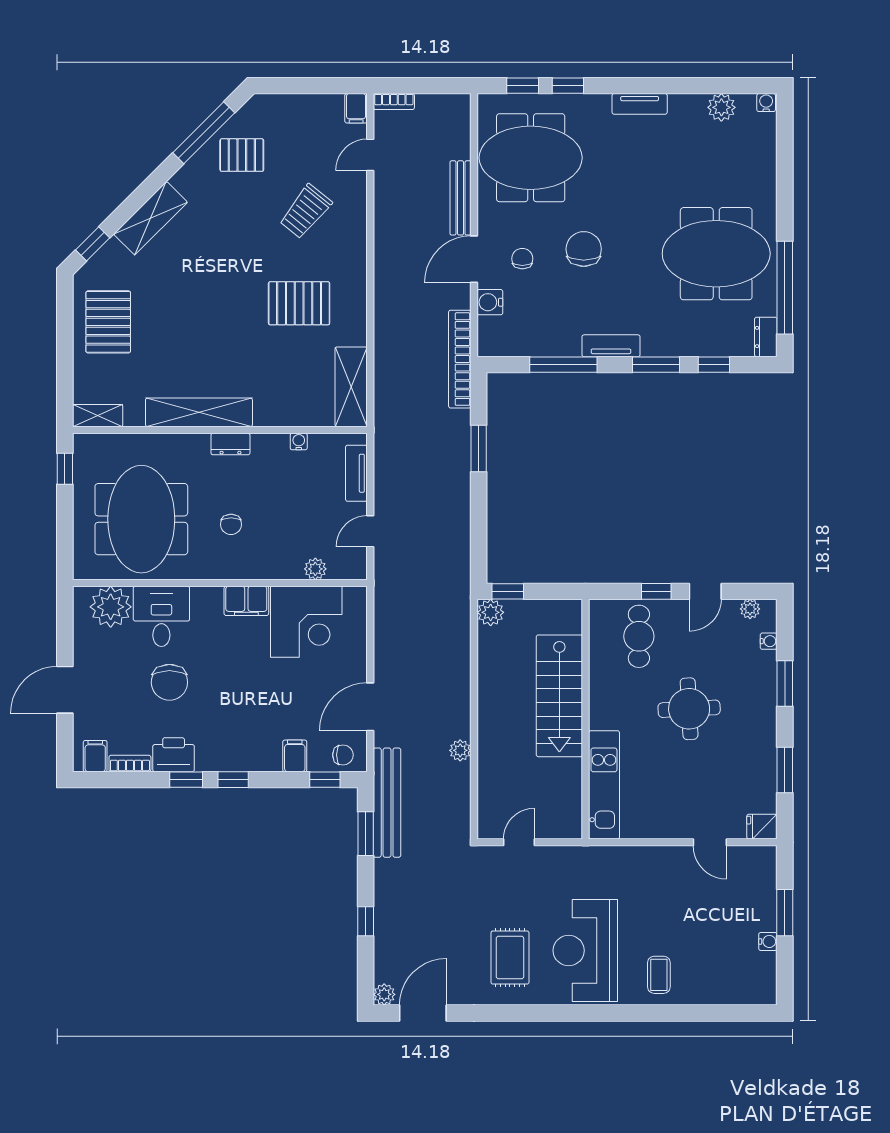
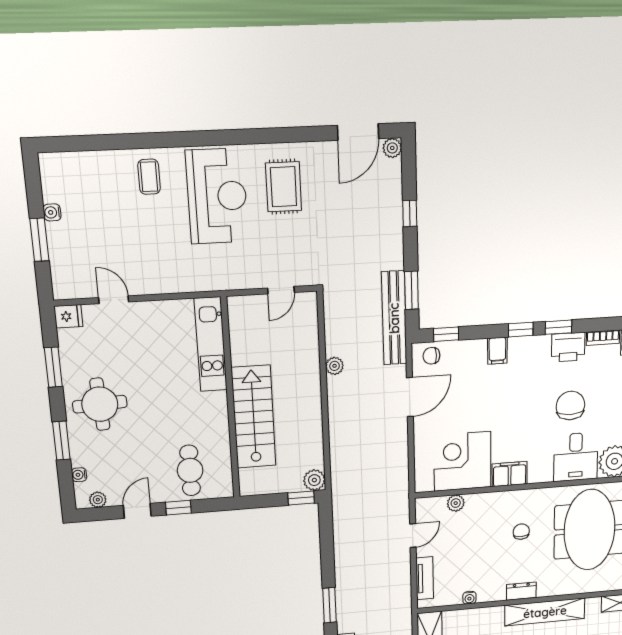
round table: (689, 709) -> (100, 404), moved
filing cabinet: (295, 756) -> (497, 351), moved

